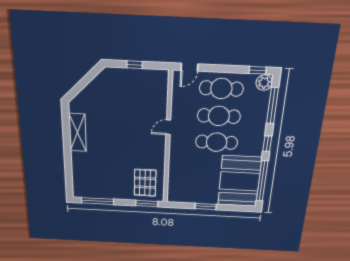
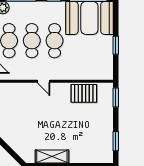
pallet: (145, 183) -> (84, 93), moved
window: (98, 201) -> (116, 141), width x0.69

